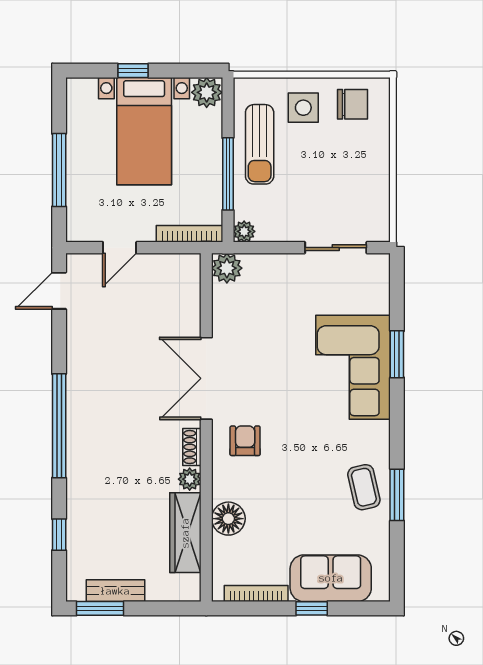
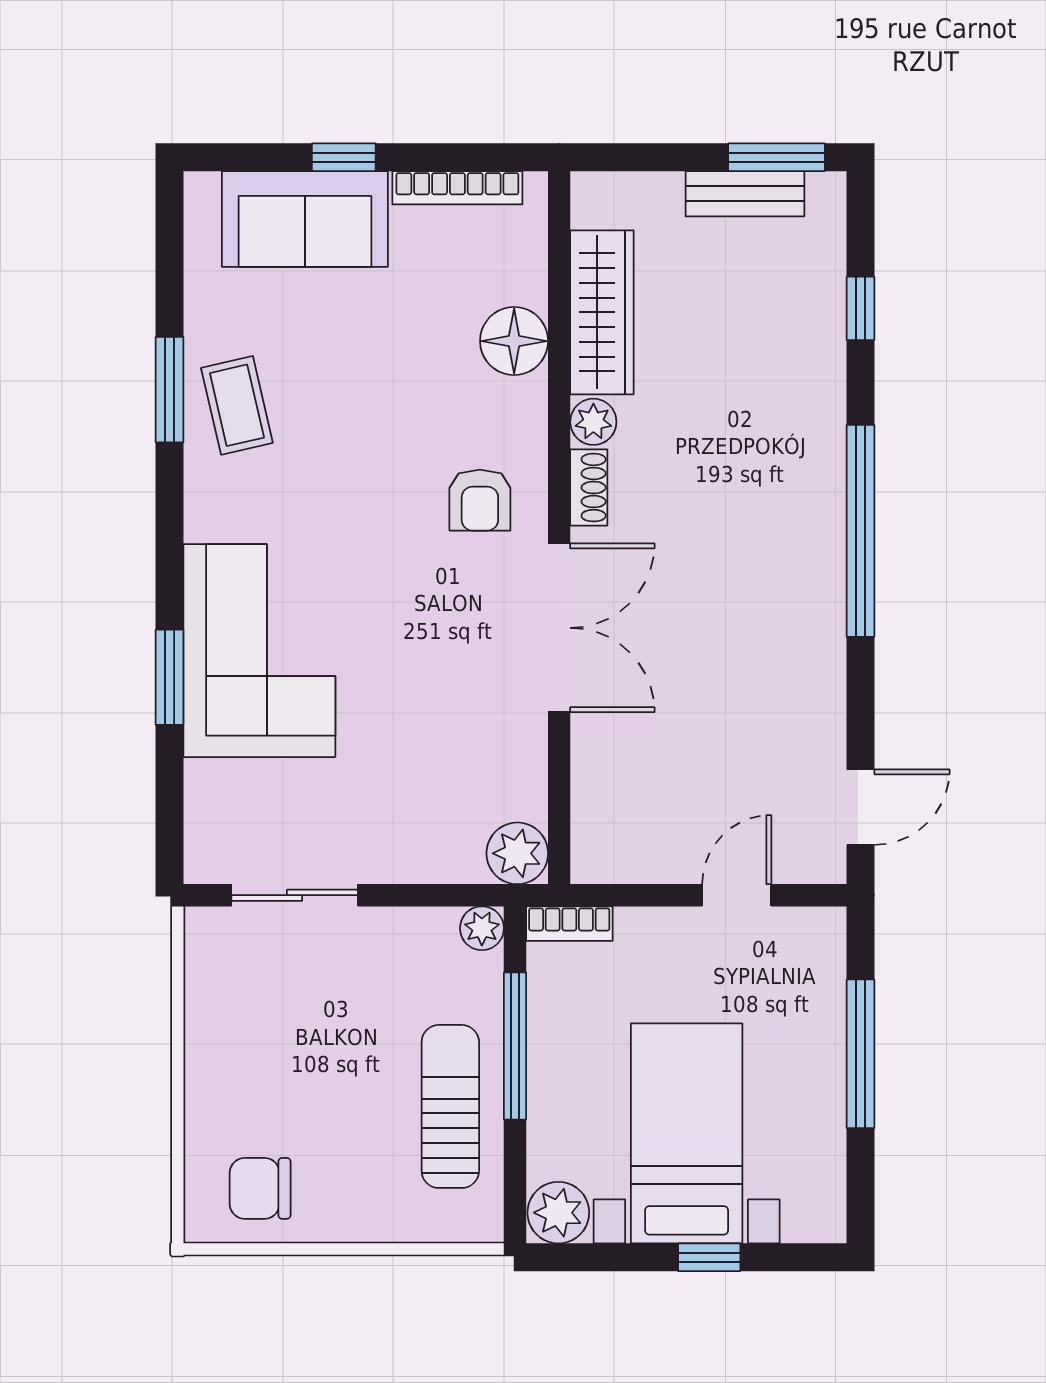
side table: (303, 108) -> (361, 1182), removed
bookcase: (189, 234) -> (569, 924), width x0.64

